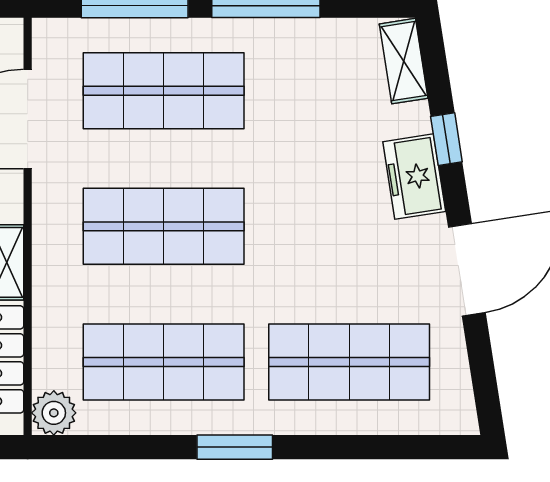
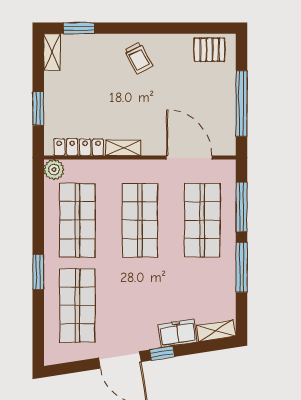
window: (446, 139) -> (162, 353), moved
freezer: (414, 177) -> (178, 333), moved
window: (235, 447) -> (38, 272), moved

